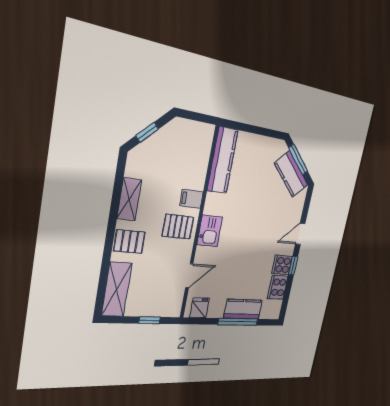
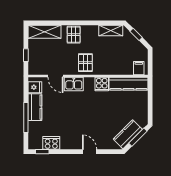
shelving: (129, 199) -> (111, 30), moved
filing cabinet: (191, 199) -> (139, 68), moved
kitchen sink: (210, 231) -> (74, 84), moved
cooker: (282, 265) -> (102, 84), moved, turned 180
window: (293, 265) -> (42, 152), moved
kitchen counter: (243, 309) -> (35, 107), moved

